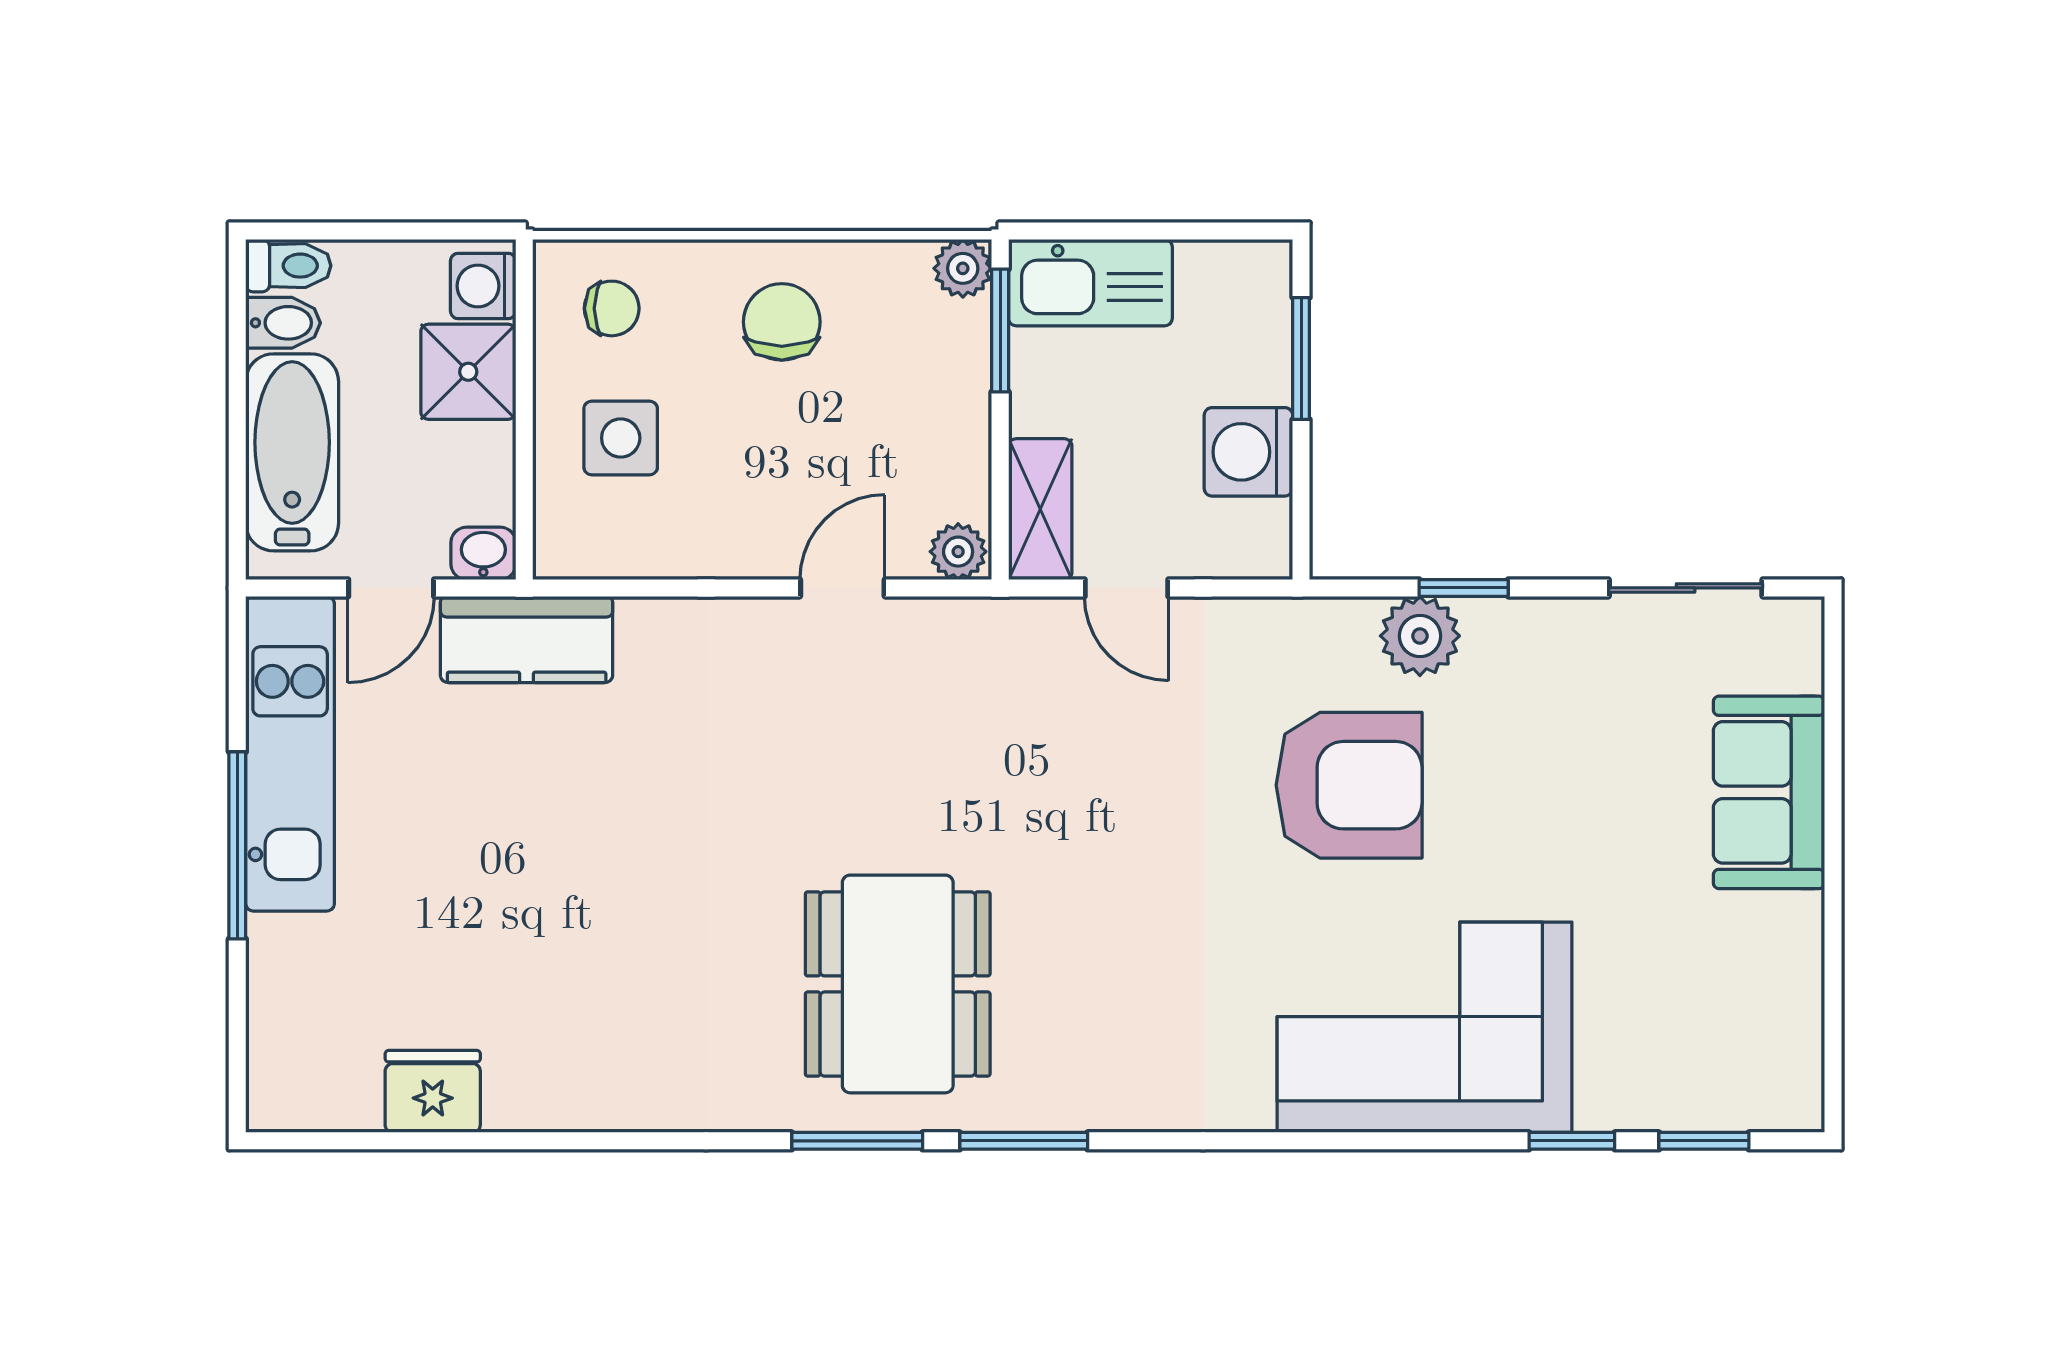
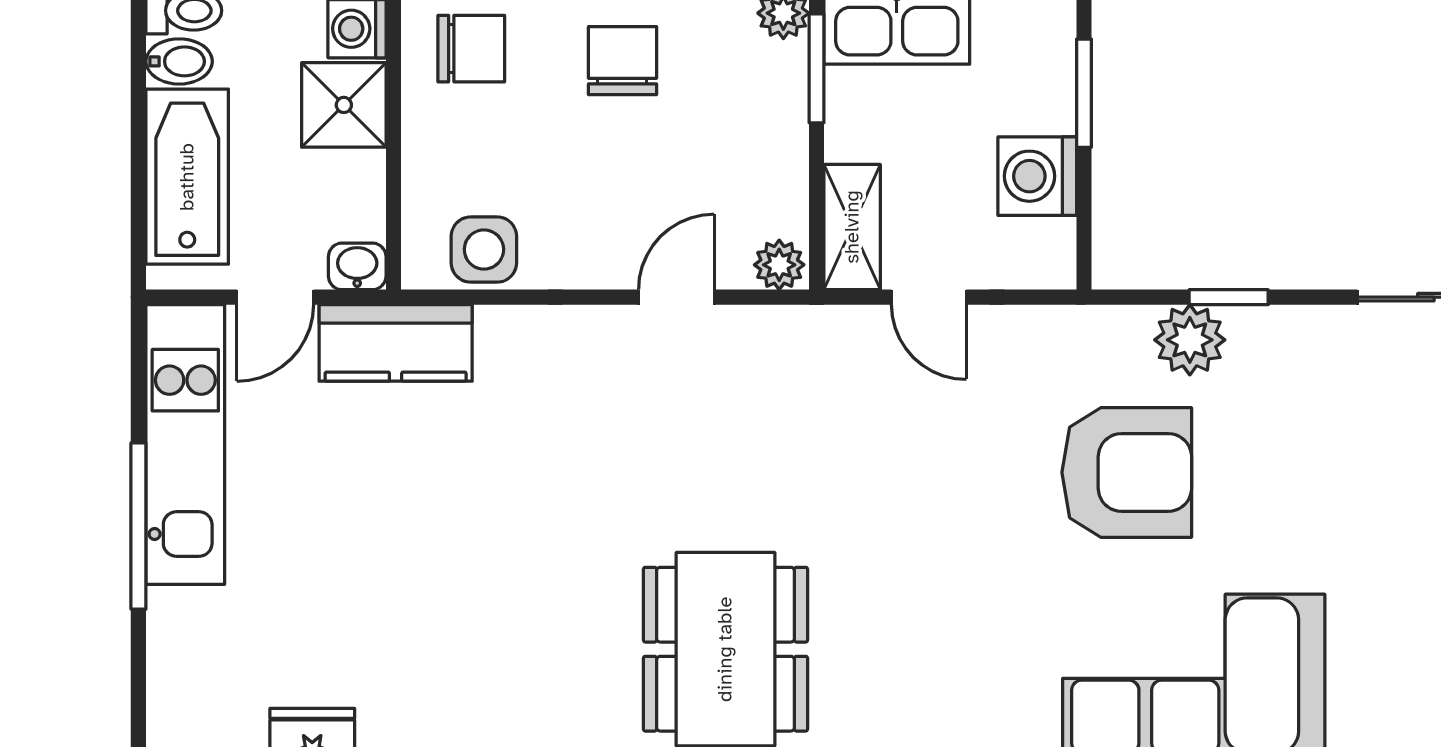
chair: (612, 308) -> (471, 49), width x1.37, depth x1.37
side table: (621, 438) -> (484, 250), moved

